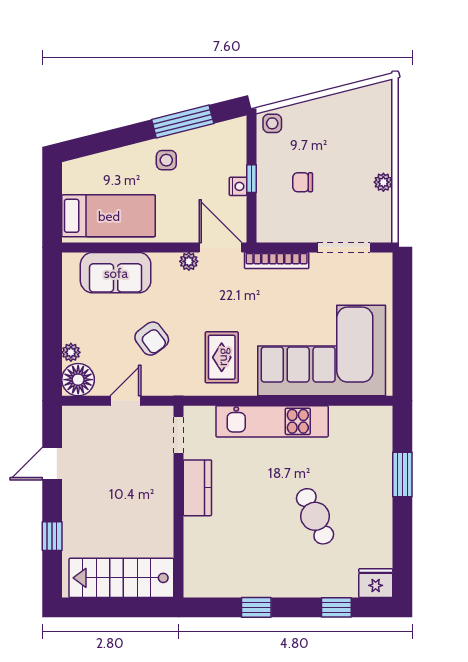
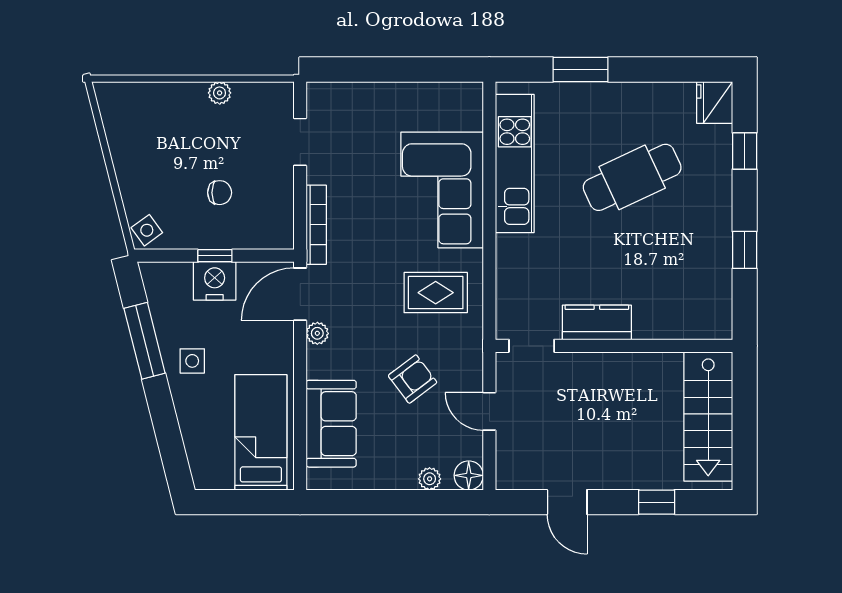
side table: (272, 123) -> (147, 230), turned -36
chair: (303, 182) -> (220, 193), turned -90
nightstand: (238, 186) -> (215, 281), width x1.89, depth x1.79
doorway: (344, 247) -> (300, 142), width x0.73
corner sofa: (322, 350) -> (442, 190), width x0.73, depth x0.74
floor lamp: (78, 380) -> (469, 475), width x0.73, depth x0.73
kitchen unit: (272, 421) -> (515, 164), moved
cafe table: (315, 516) -> (632, 177), width x1.37, depth x1.35

